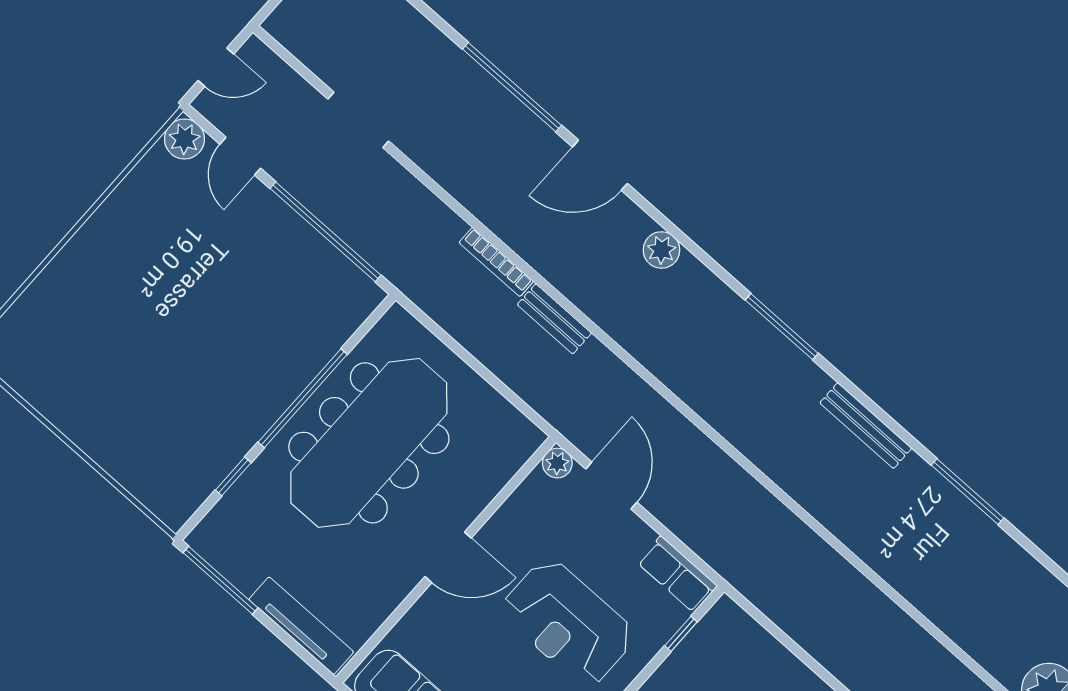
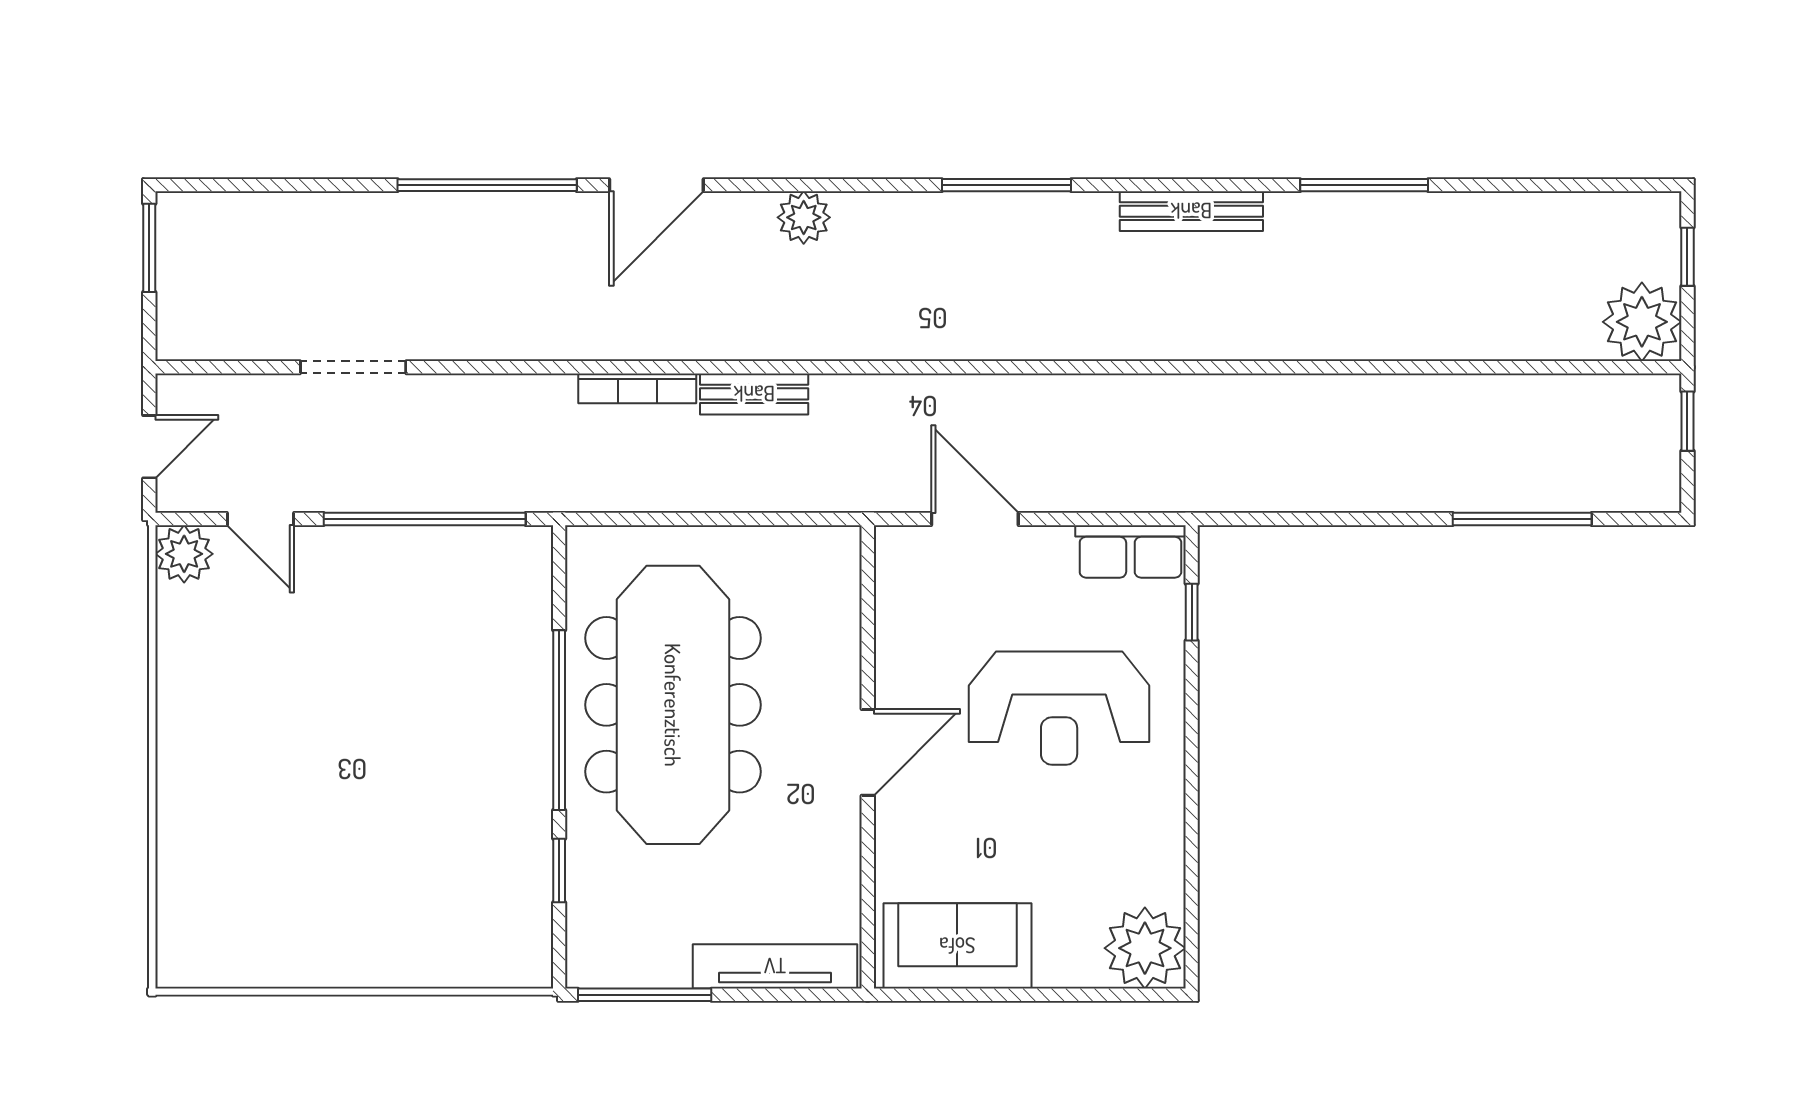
plant: (557, 463) -> (895, 546), removed

